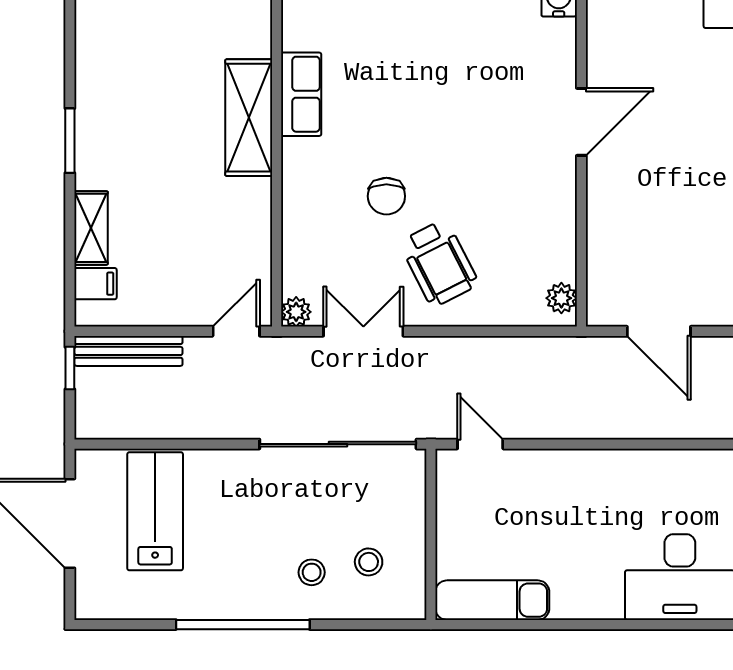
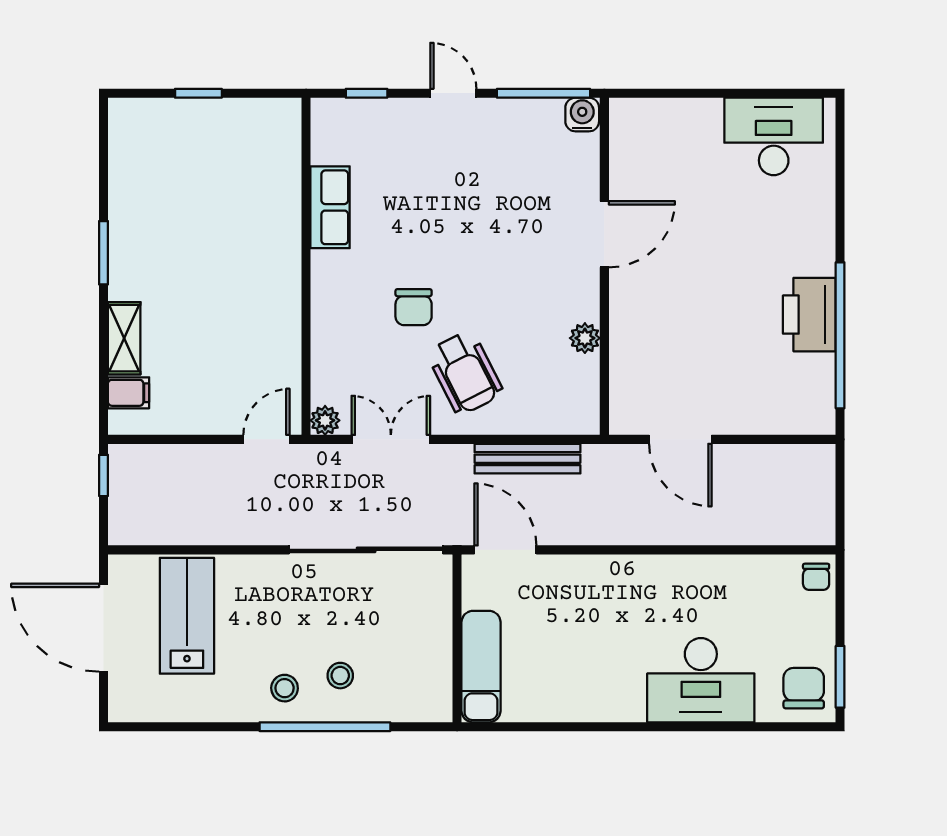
shelving: (249, 118) -> (279, 230), removed
plant: (561, 298) -> (585, 338), moved
bench: (128, 351) -> (528, 459), moved
door: (480, 444) -> (505, 550), width x1.37
stool: (369, 562) -> (285, 688), moved
exam couch: (492, 600) -> (481, 667), moved, turned 90
window: (243, 625) -> (325, 727), moved

